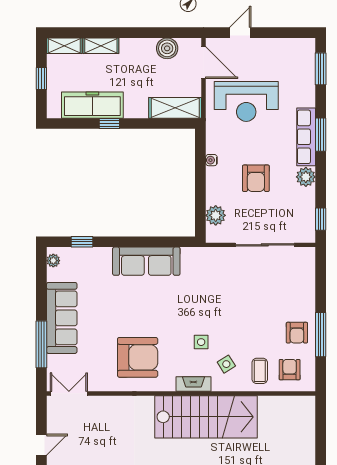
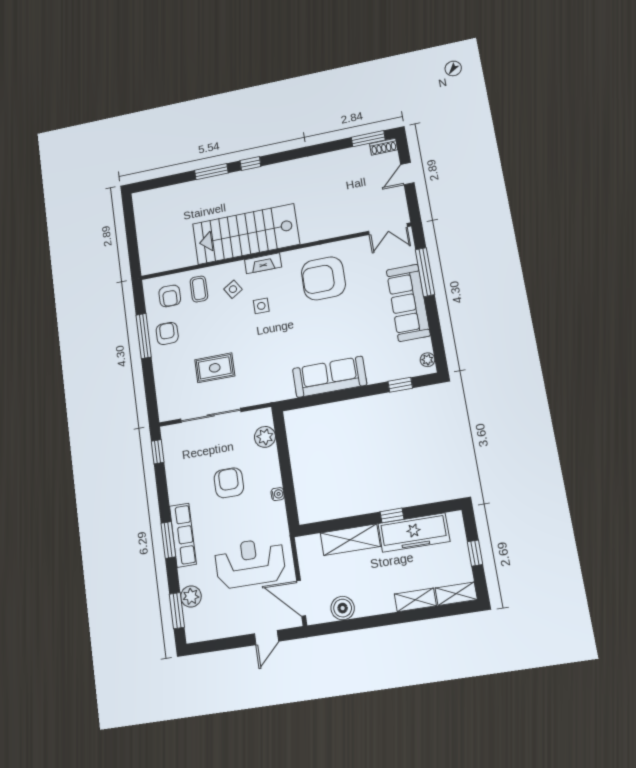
shelving: (175, 108) -> (350, 540), moved
plant: (306, 177) -> (191, 596), moved
rug: (255, 290) -> (215, 368), added

